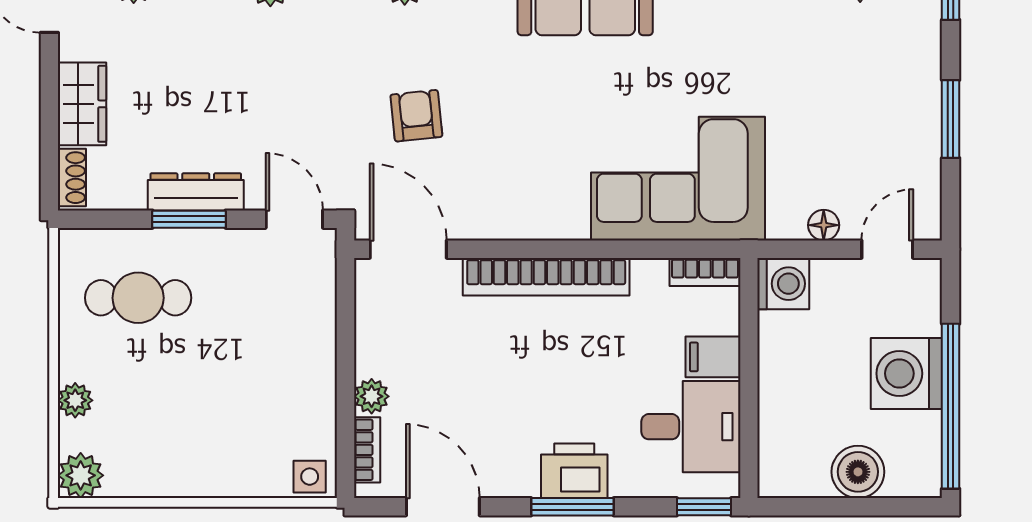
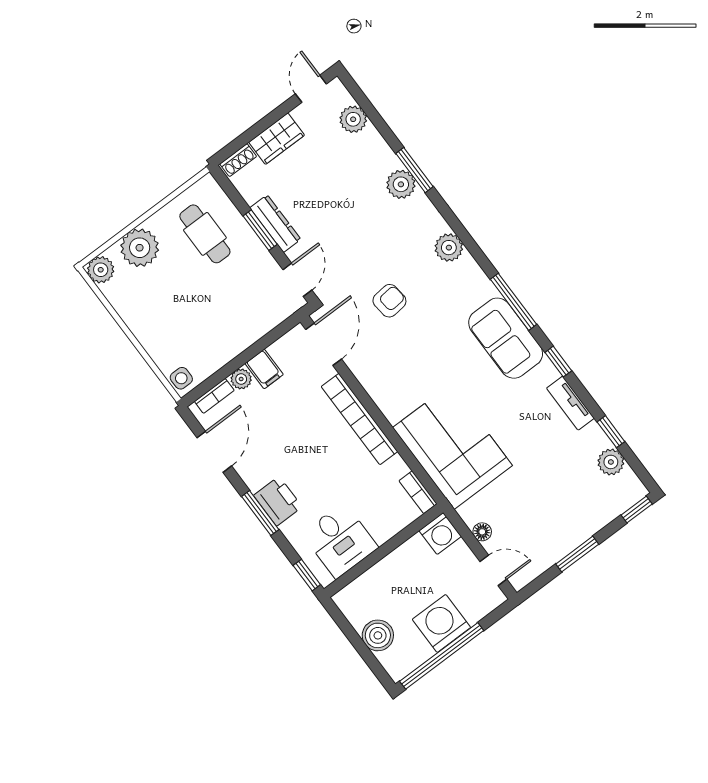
filing cabinet: (713, 357) -> (264, 369), moved, turned 180
plant: (75, 400) -> (140, 248), width x1.88, depth x1.88

